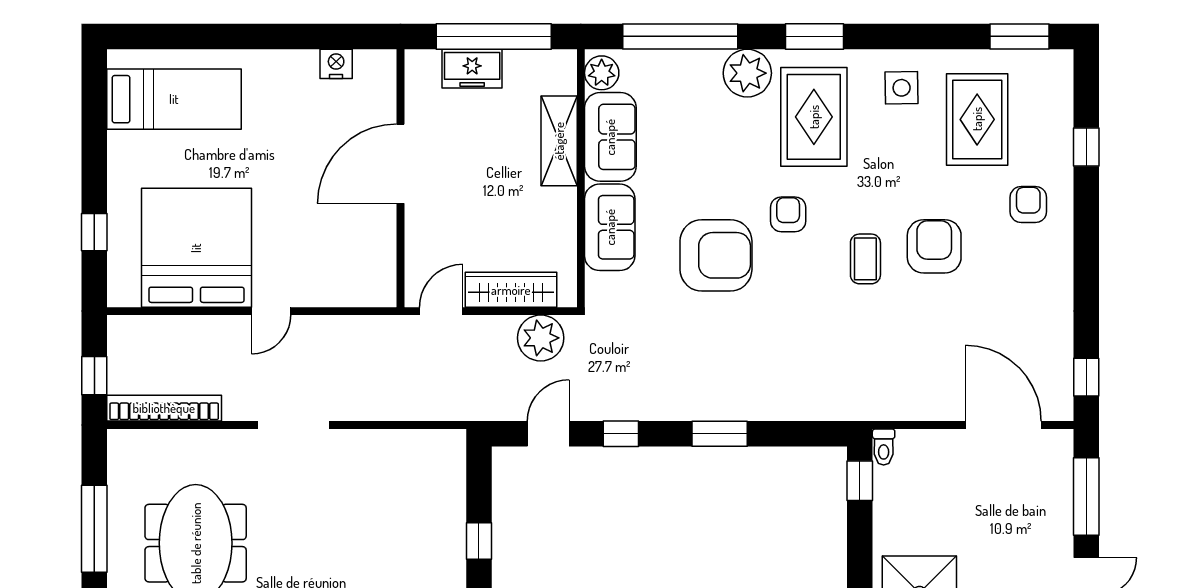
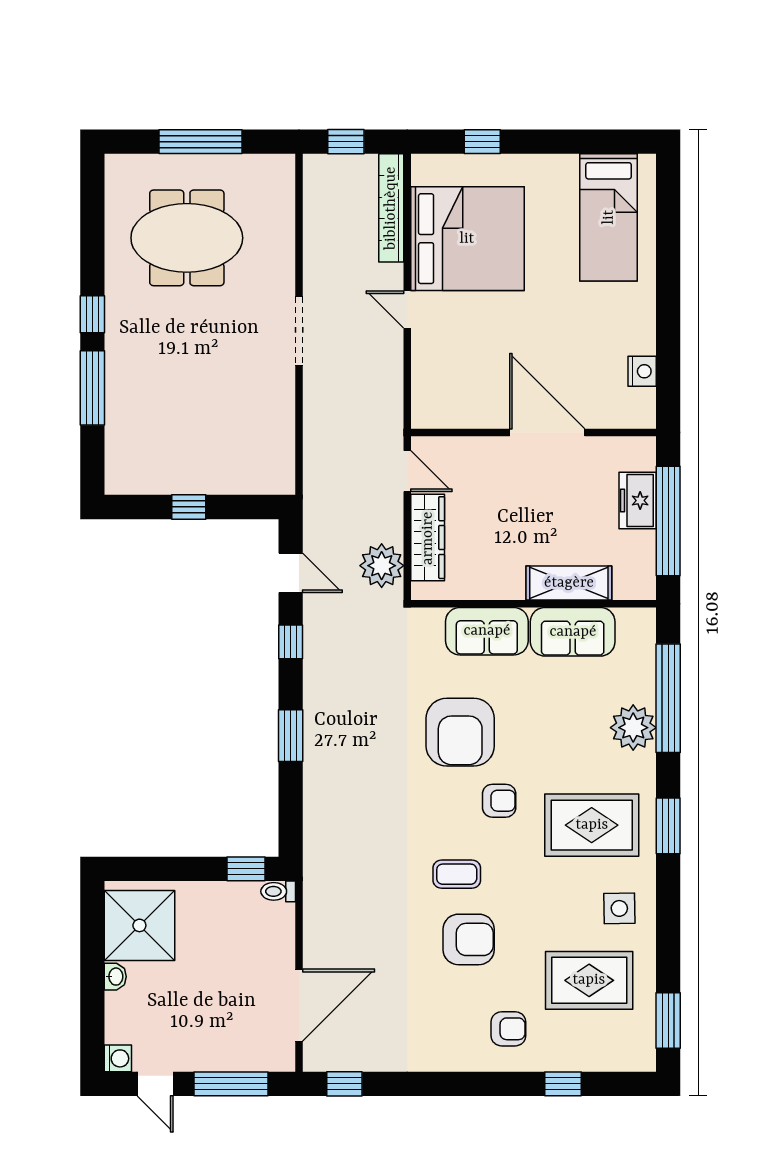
plant: (602, 73) -> (634, 624), removed
plant: (747, 73) -> (633, 728), moved
bookcase: (164, 408) -> (391, 208), moved, turned 180

